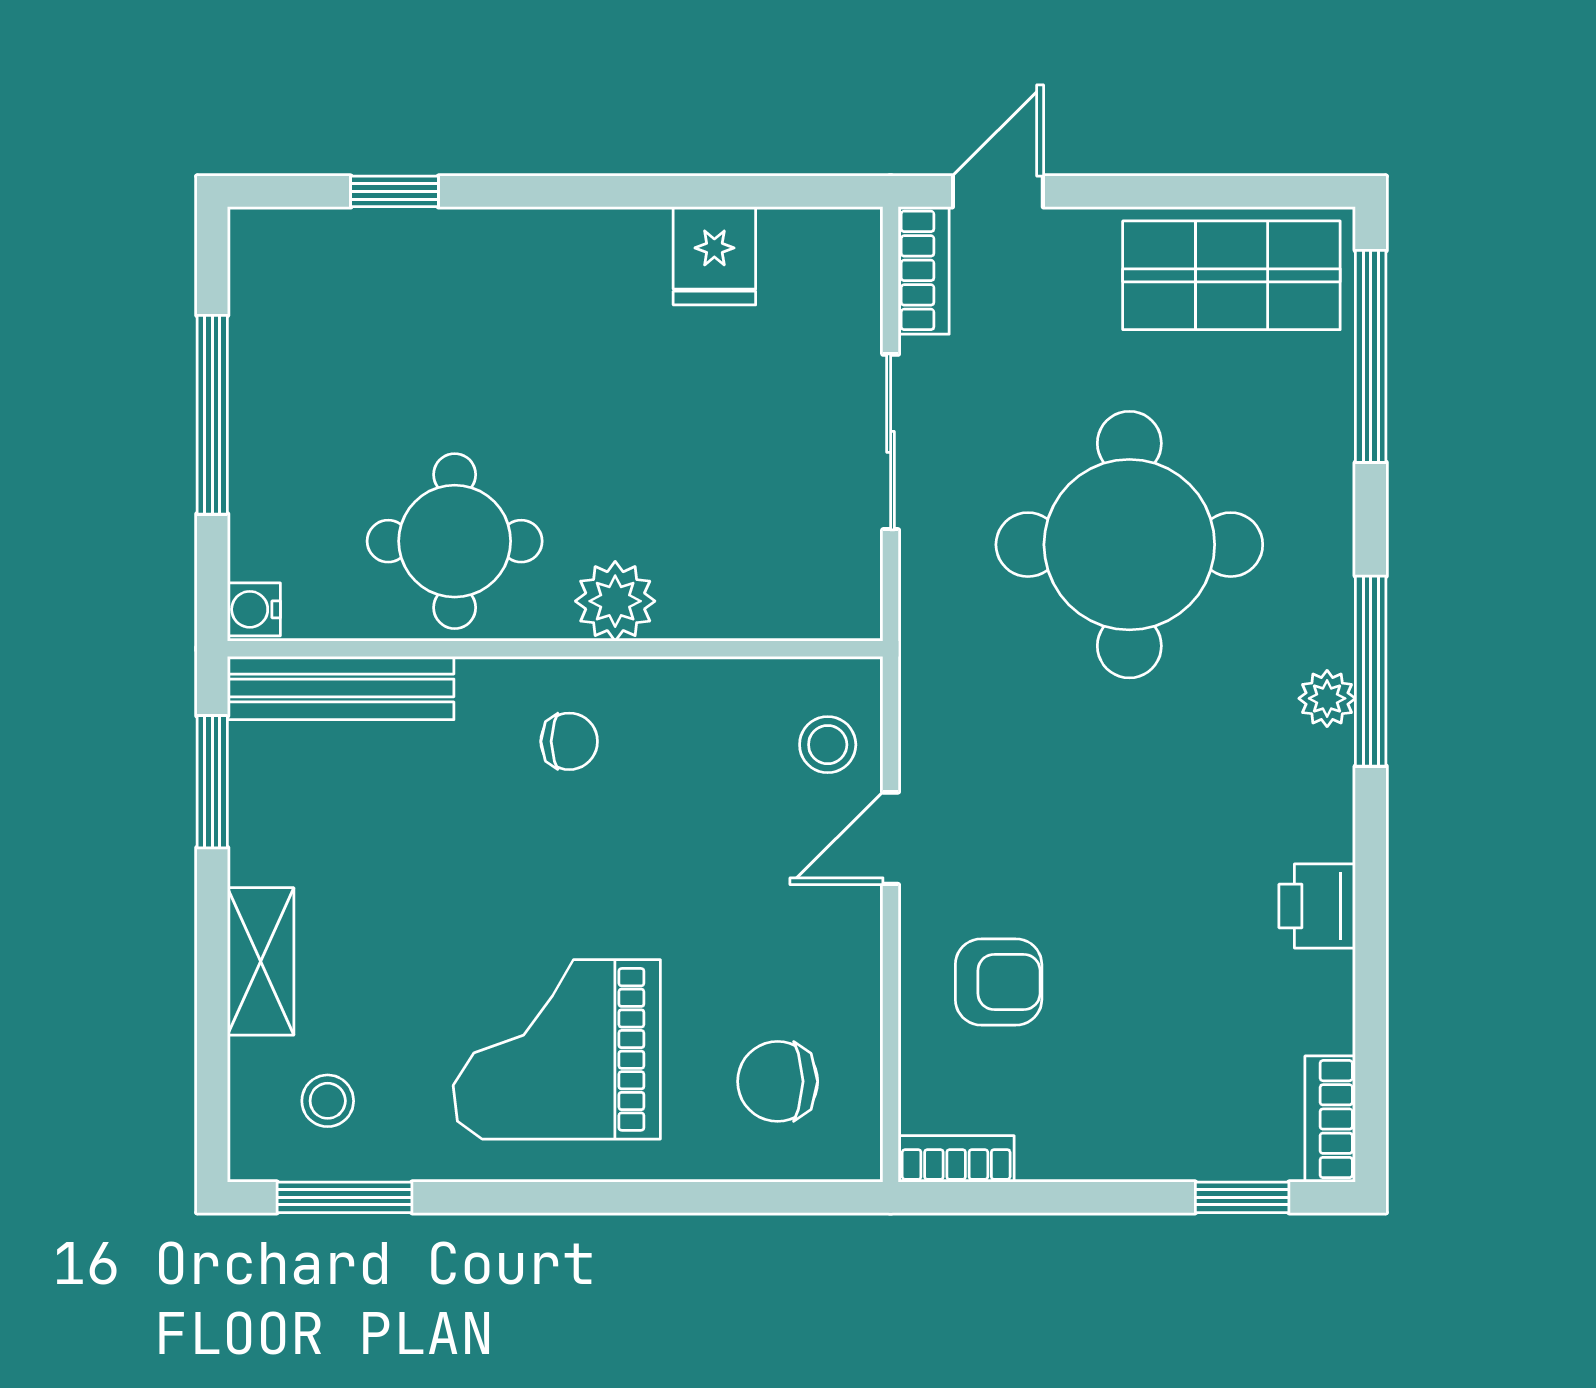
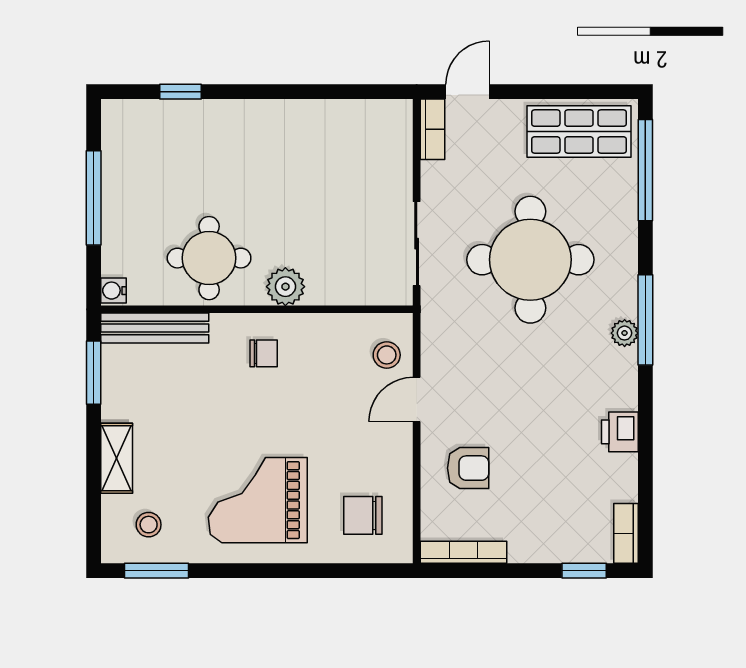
fridge: (714, 256) -> (333, 122), removed
sliding door: (891, 442) -> (417, 244), moved
bookcase: (956, 1159) -> (463, 552), width x1.56

